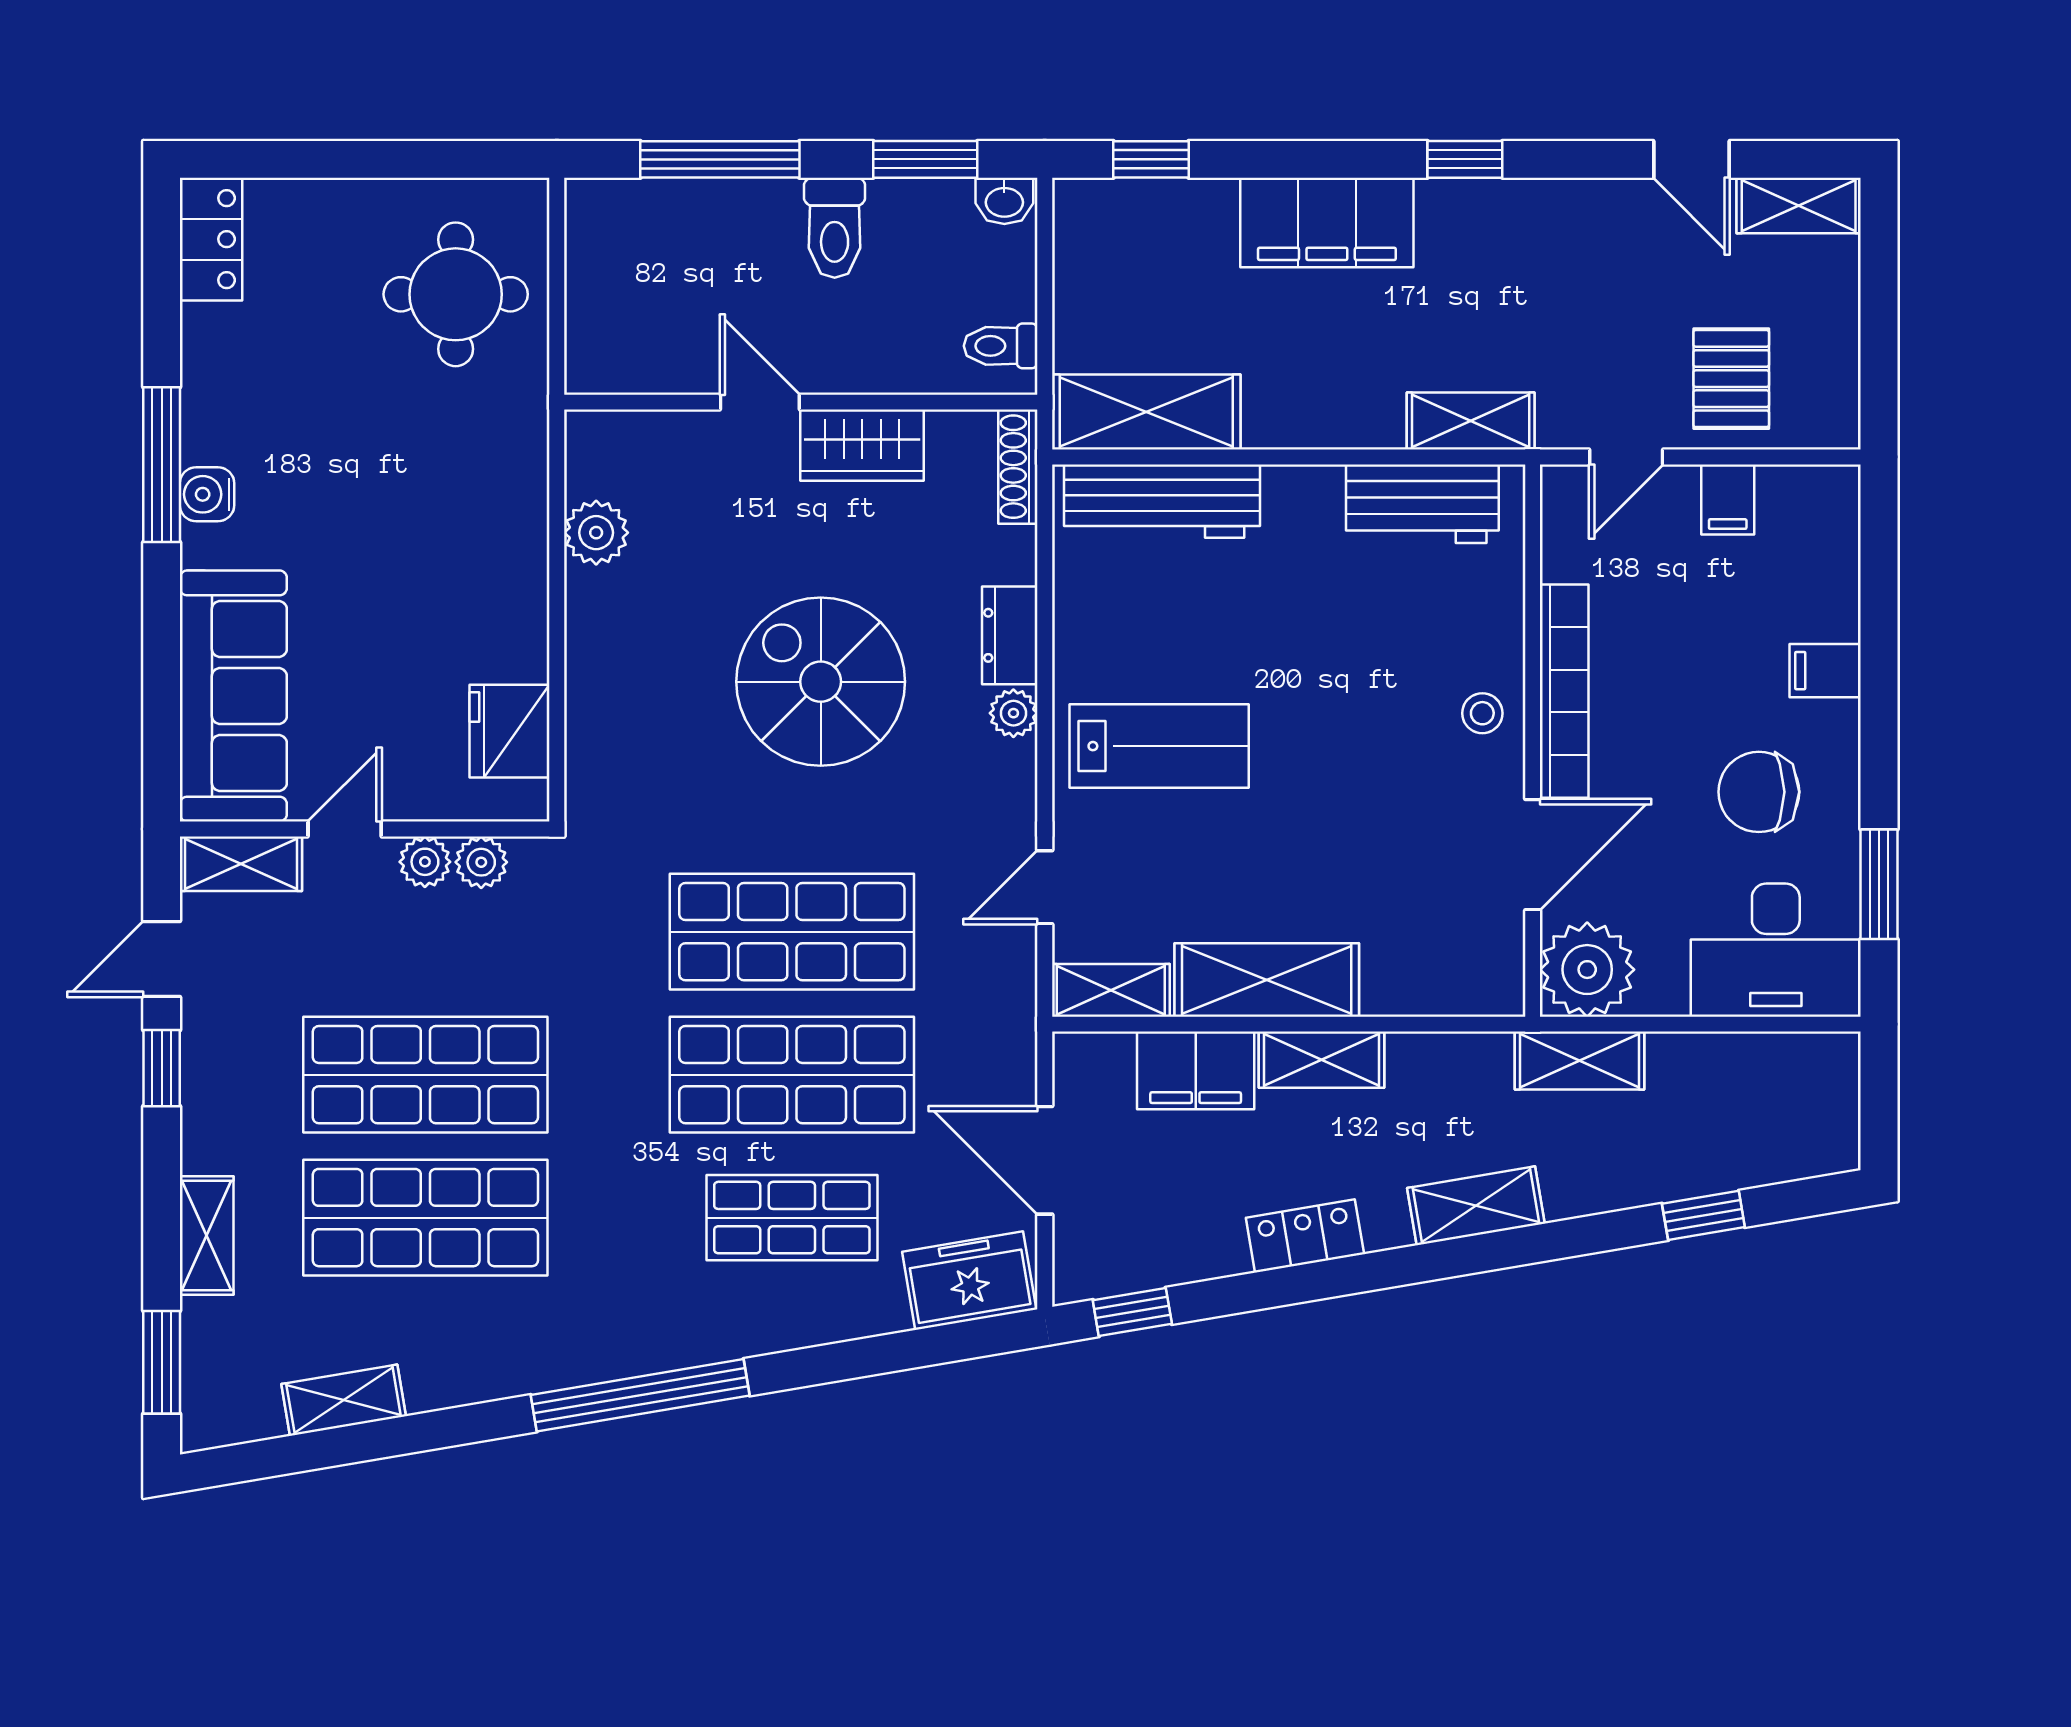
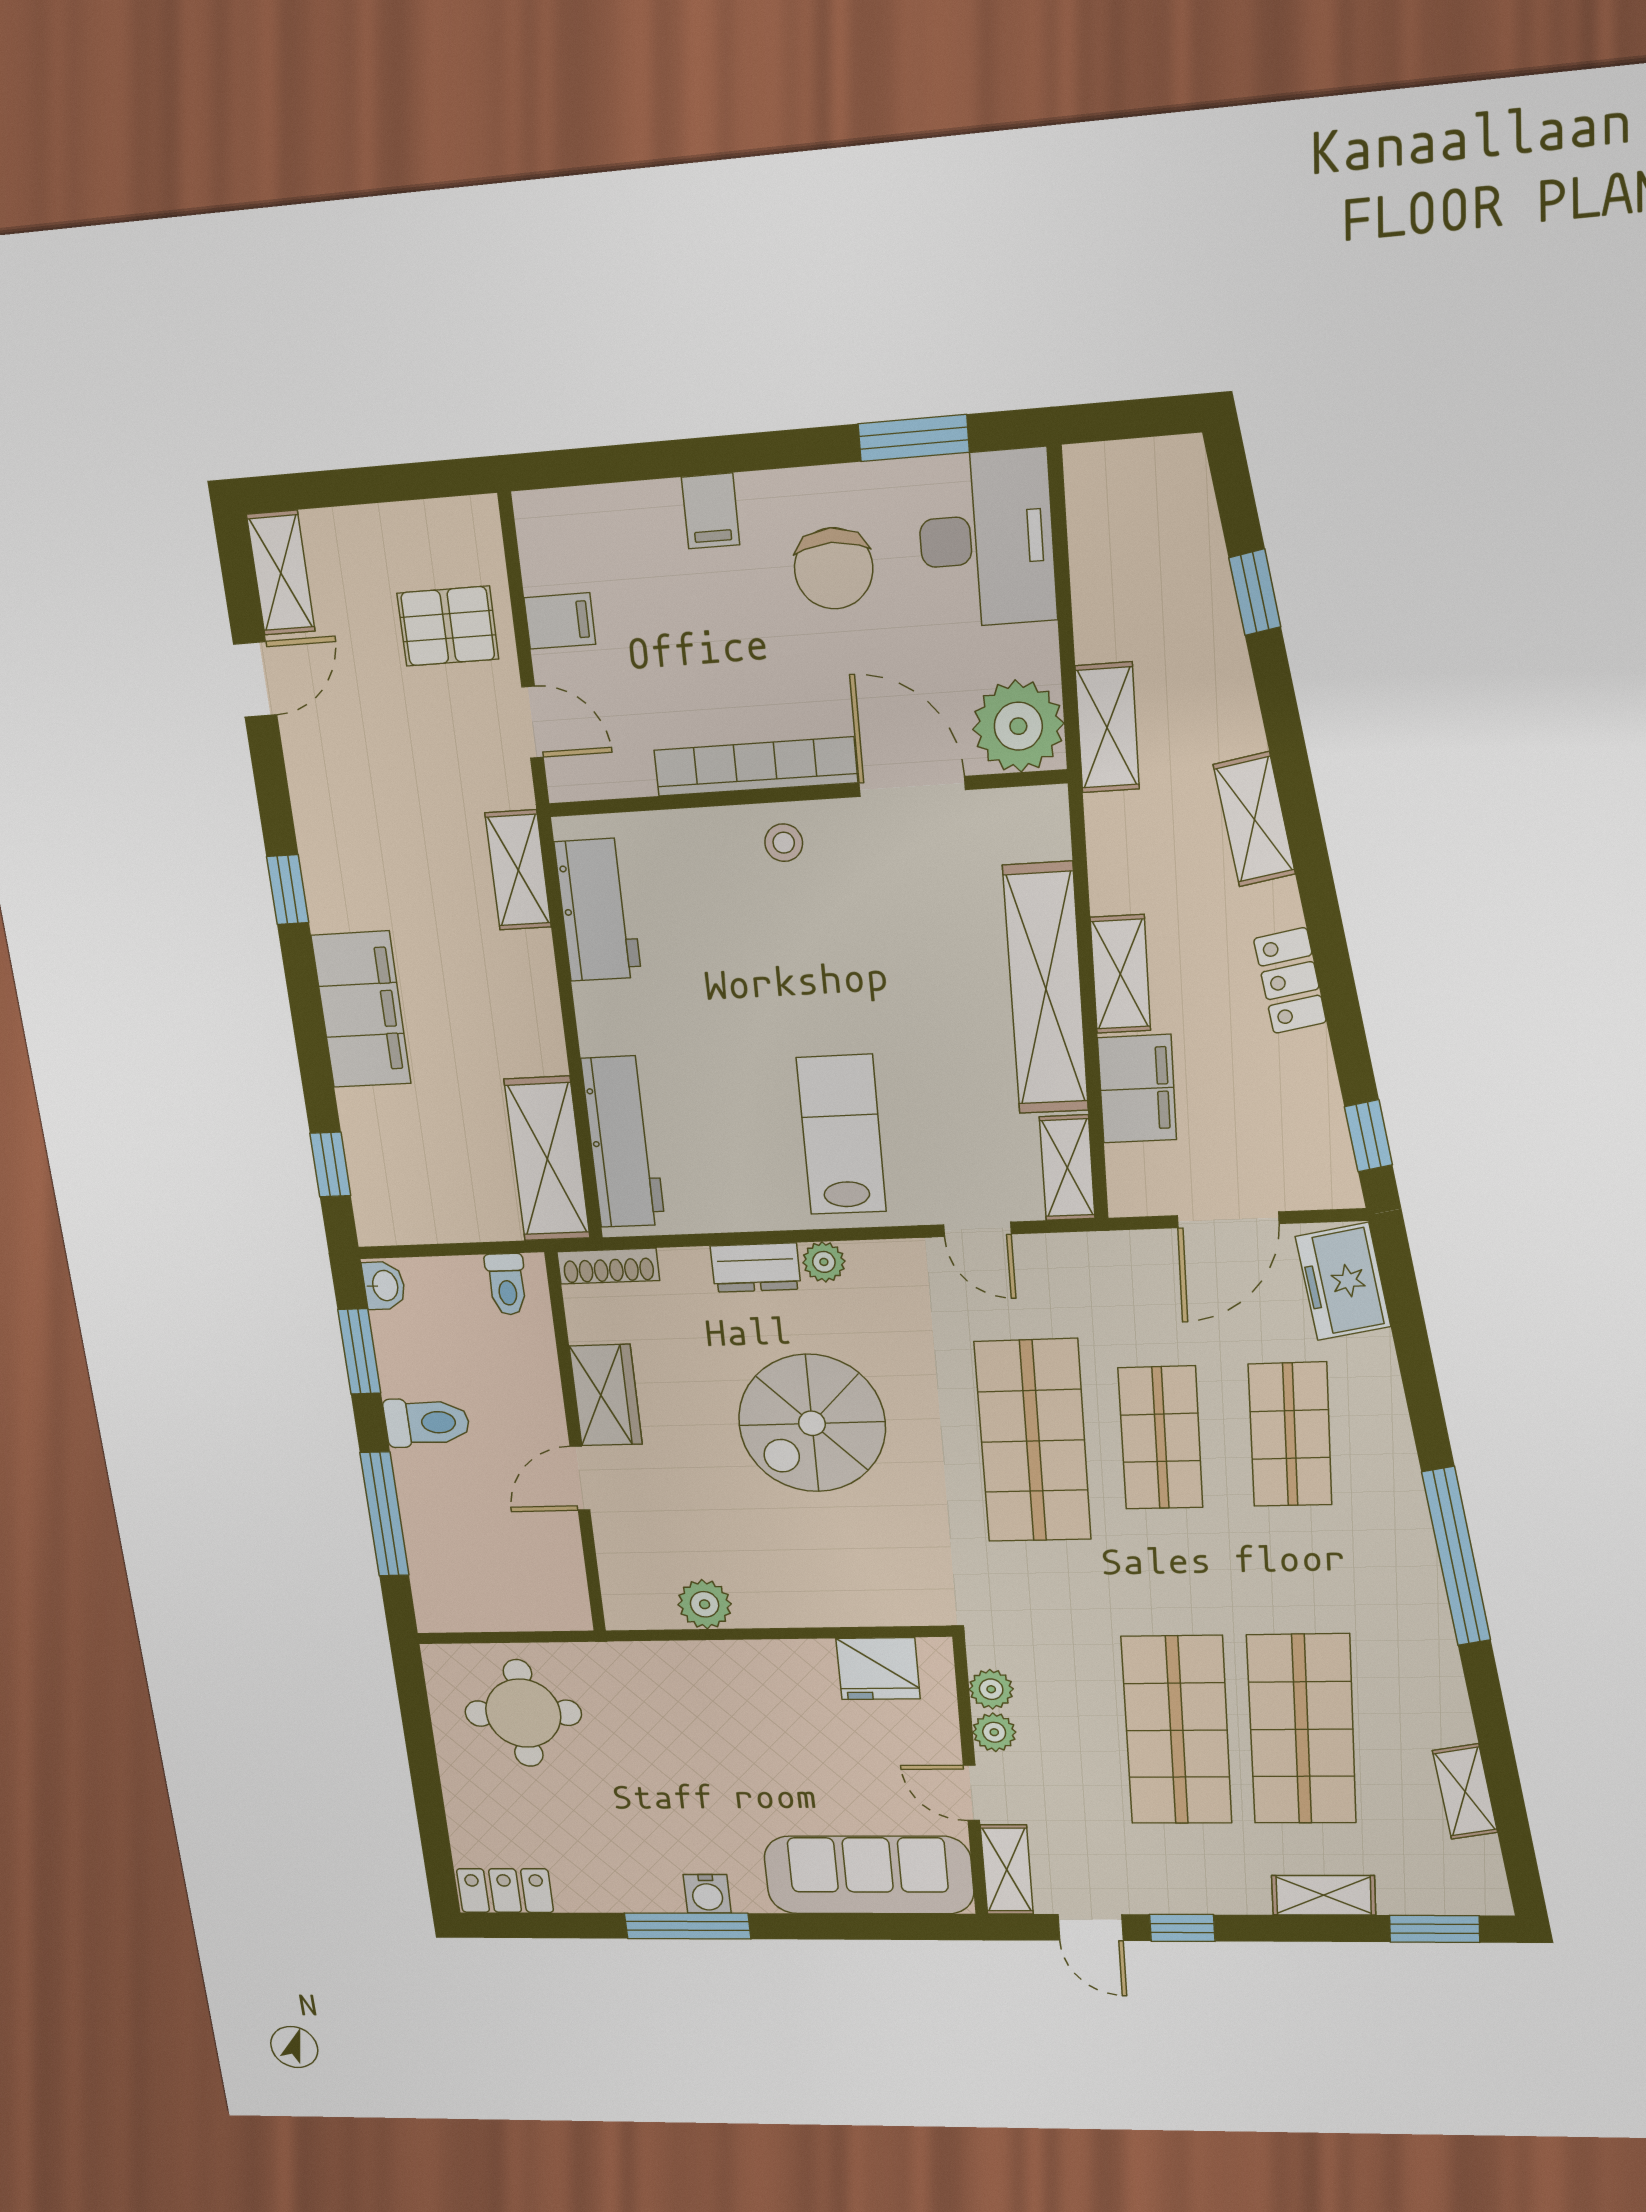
shelving: (1267, 980) -> (1046, 989), width x1.47
shop shelf: (792, 1075) -> (1160, 1438), width x0.70, depth x0.74

